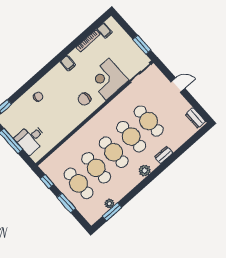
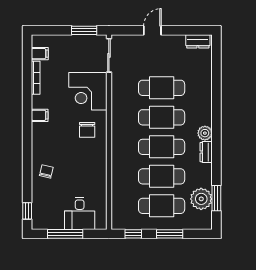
dresser: (164, 155) -> (206, 152), moved
plant: (109, 204) -> (201, 199), width x1.88, depth x1.88

